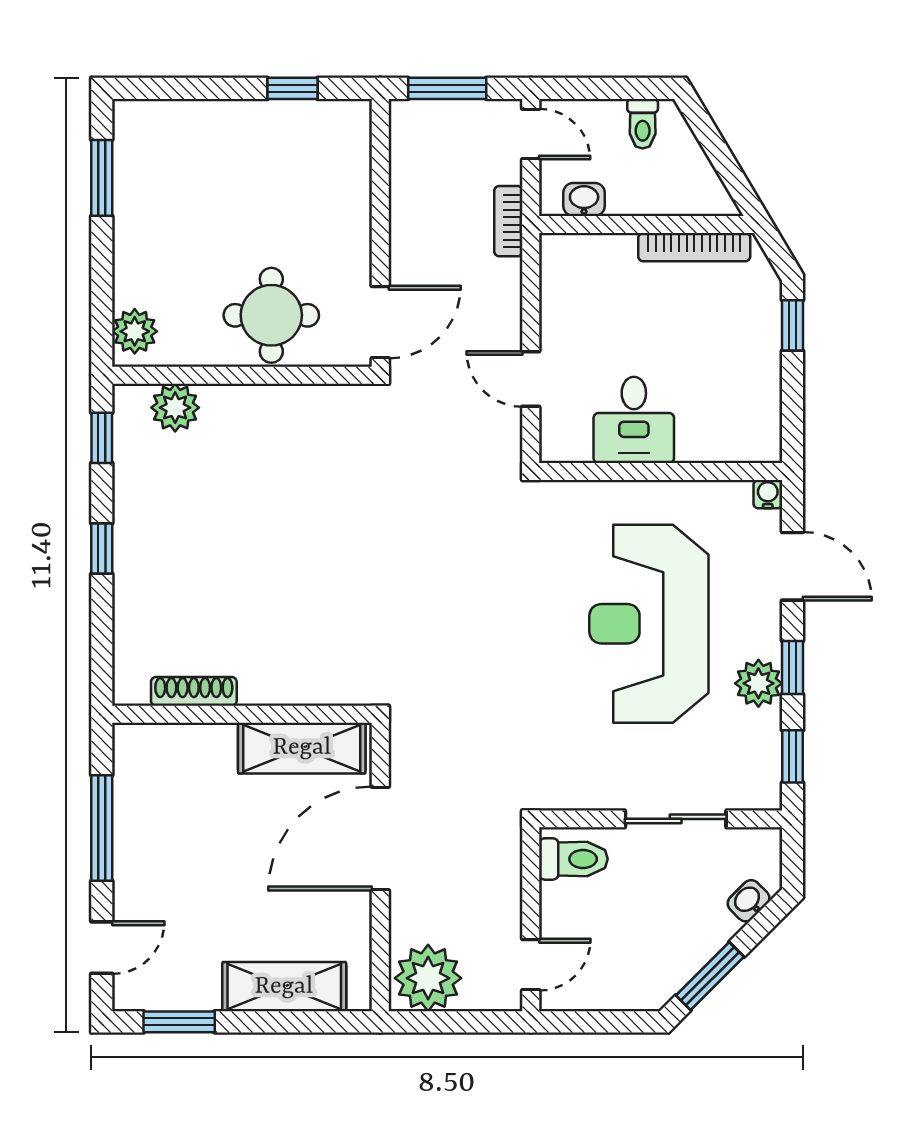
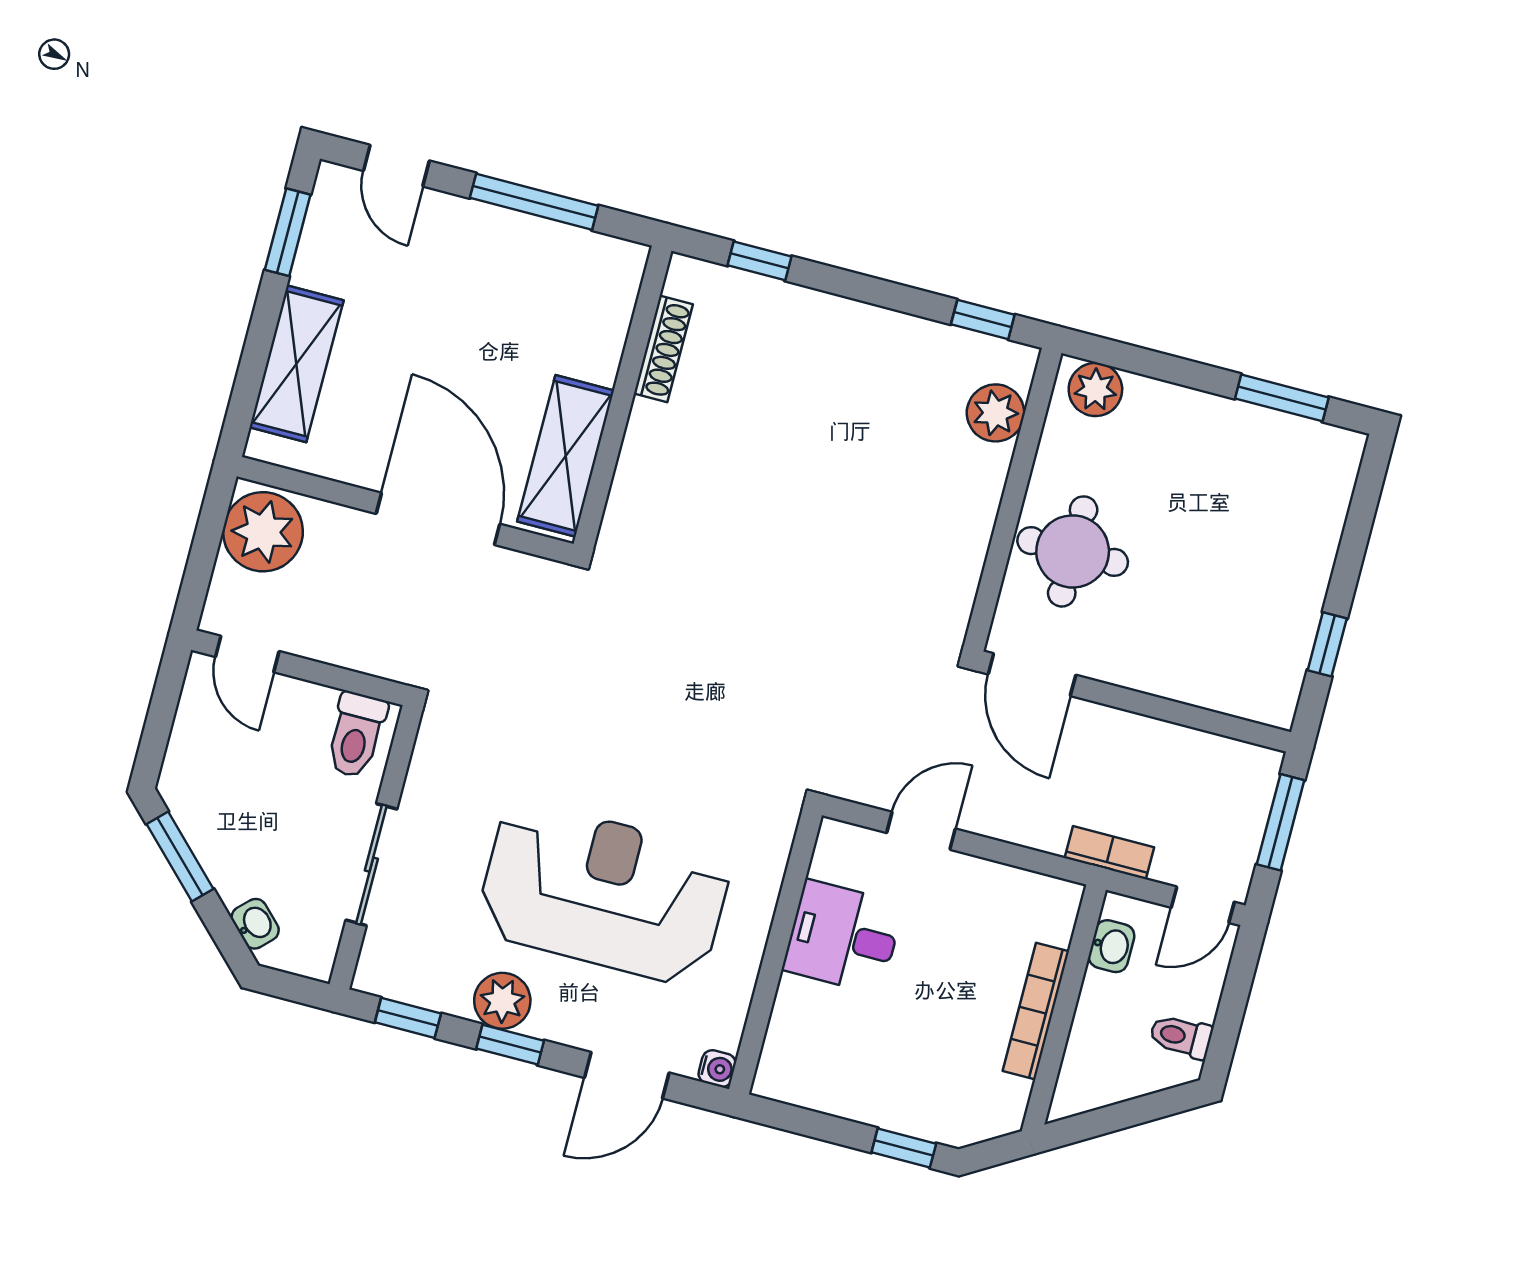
bookcase: (694, 247) -> (1036, 1011), moved
window: (102, 549) -> (759, 261), moved

